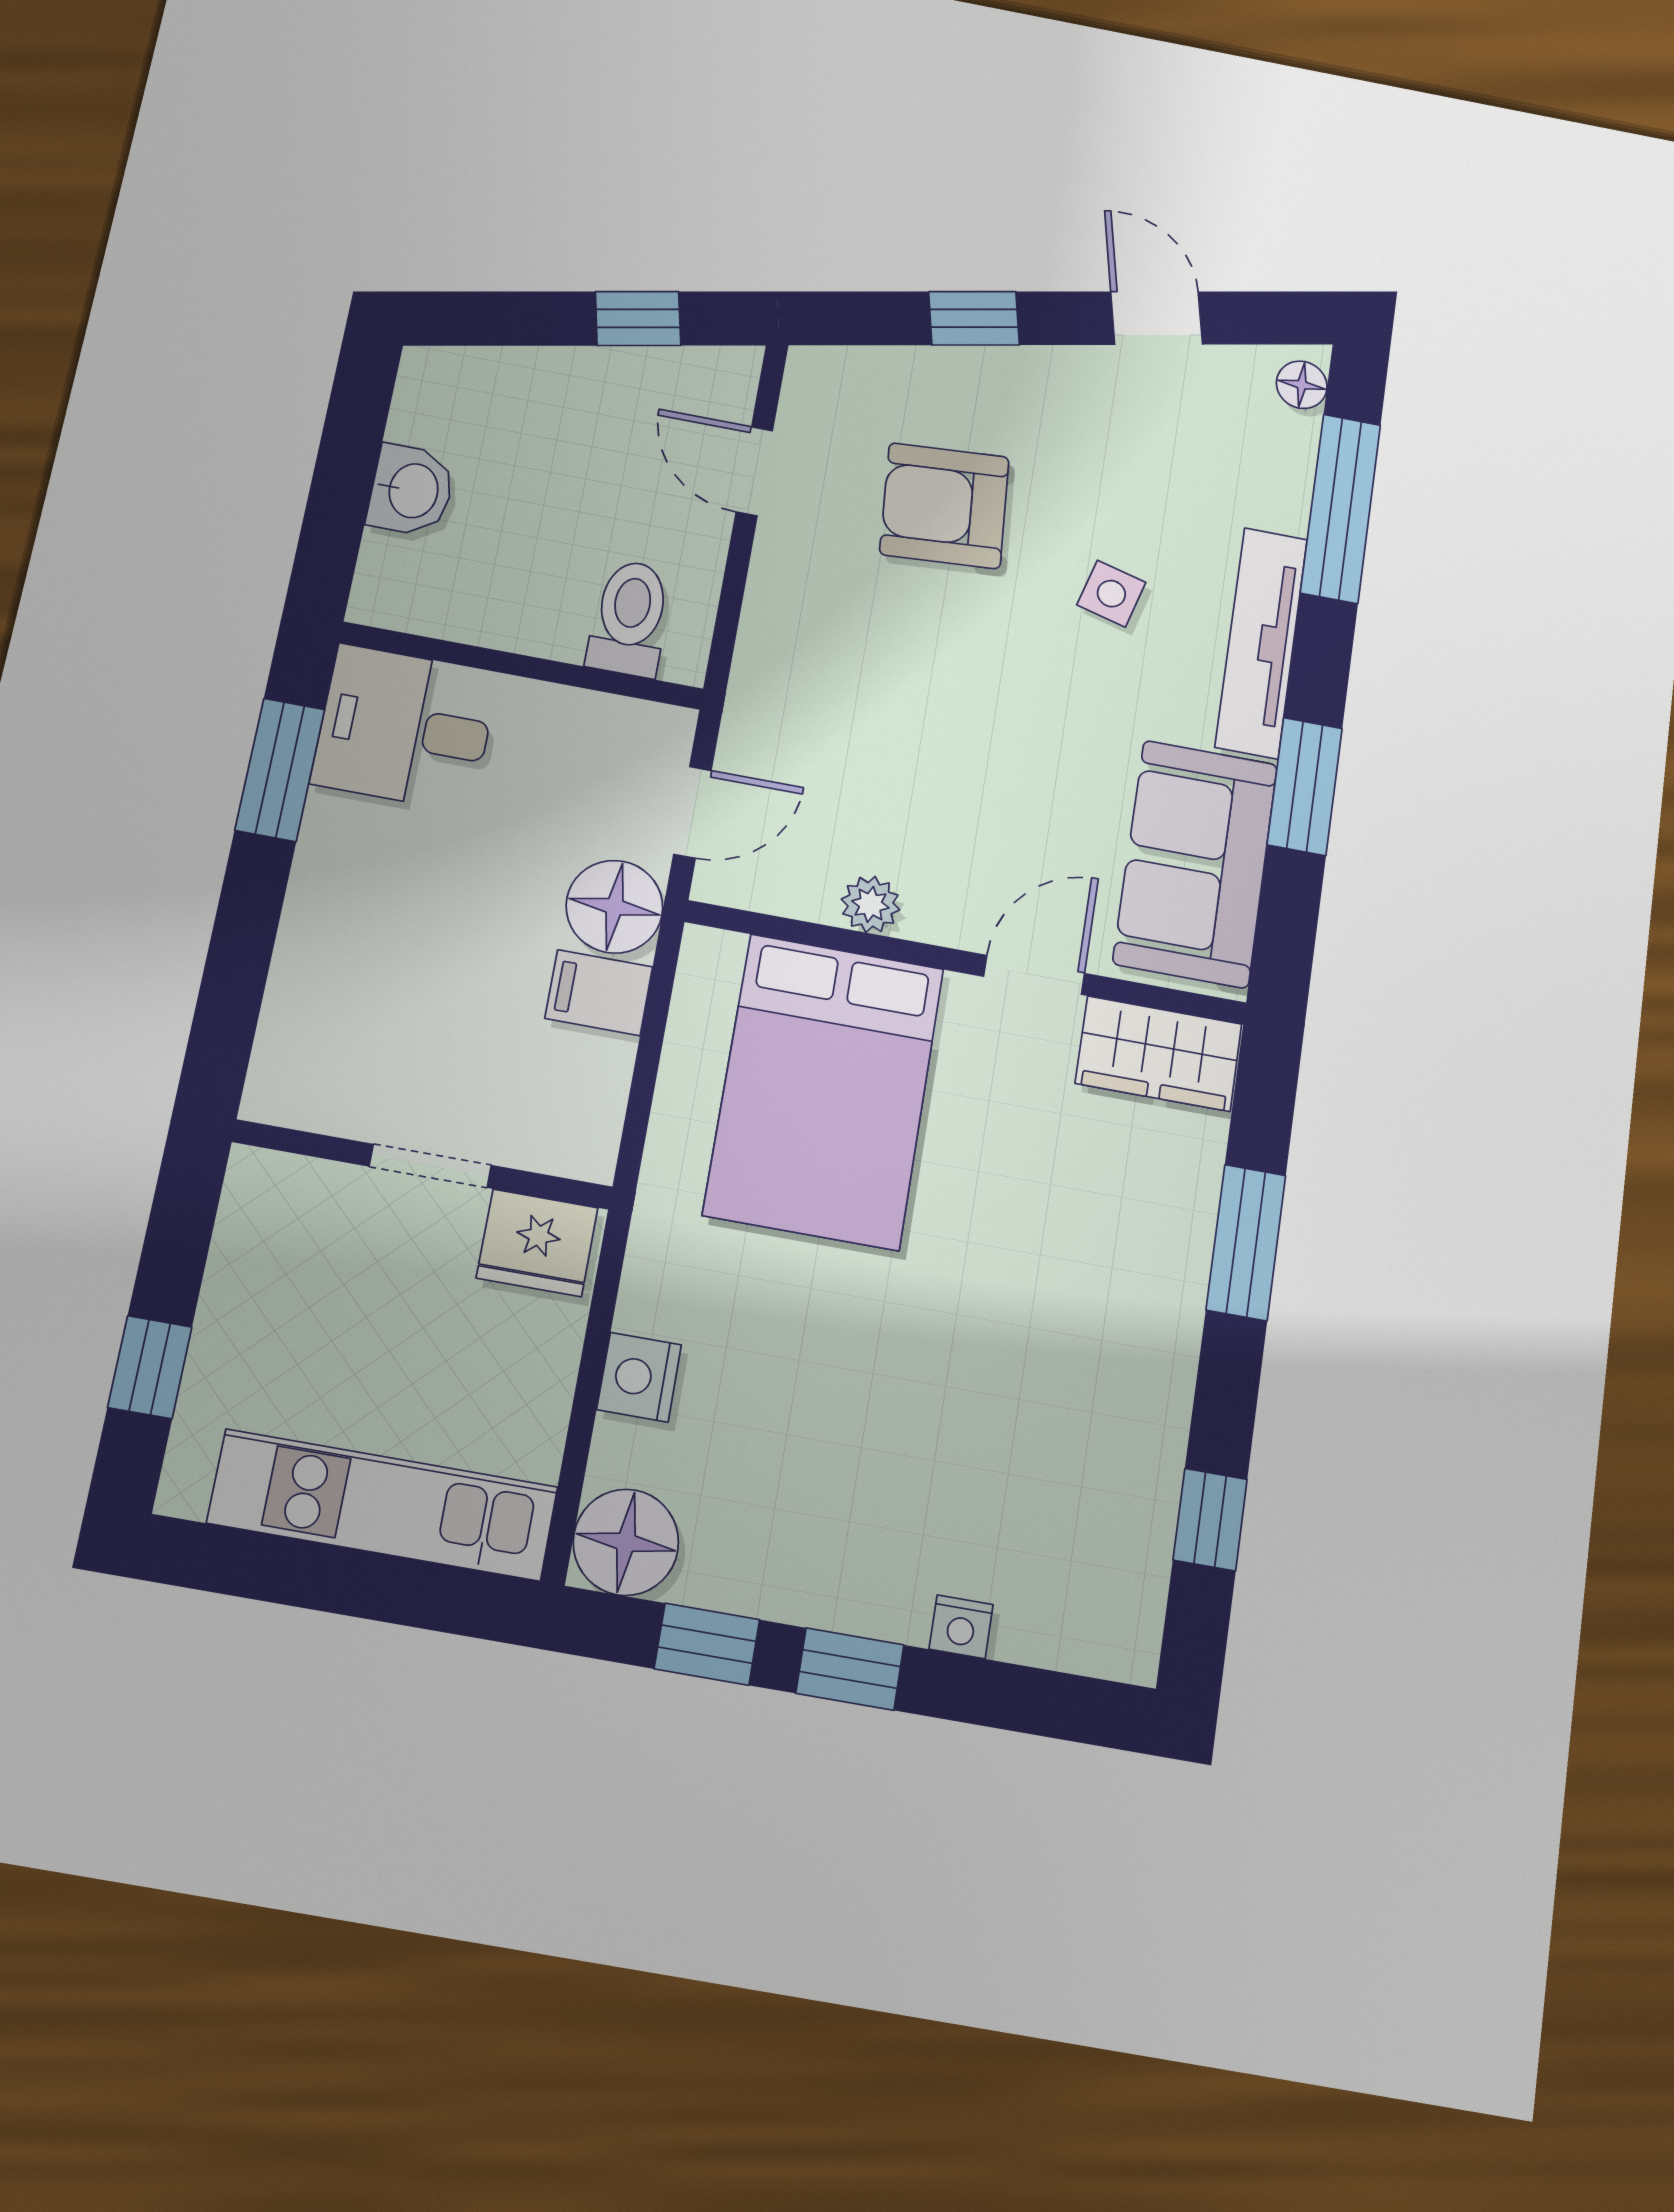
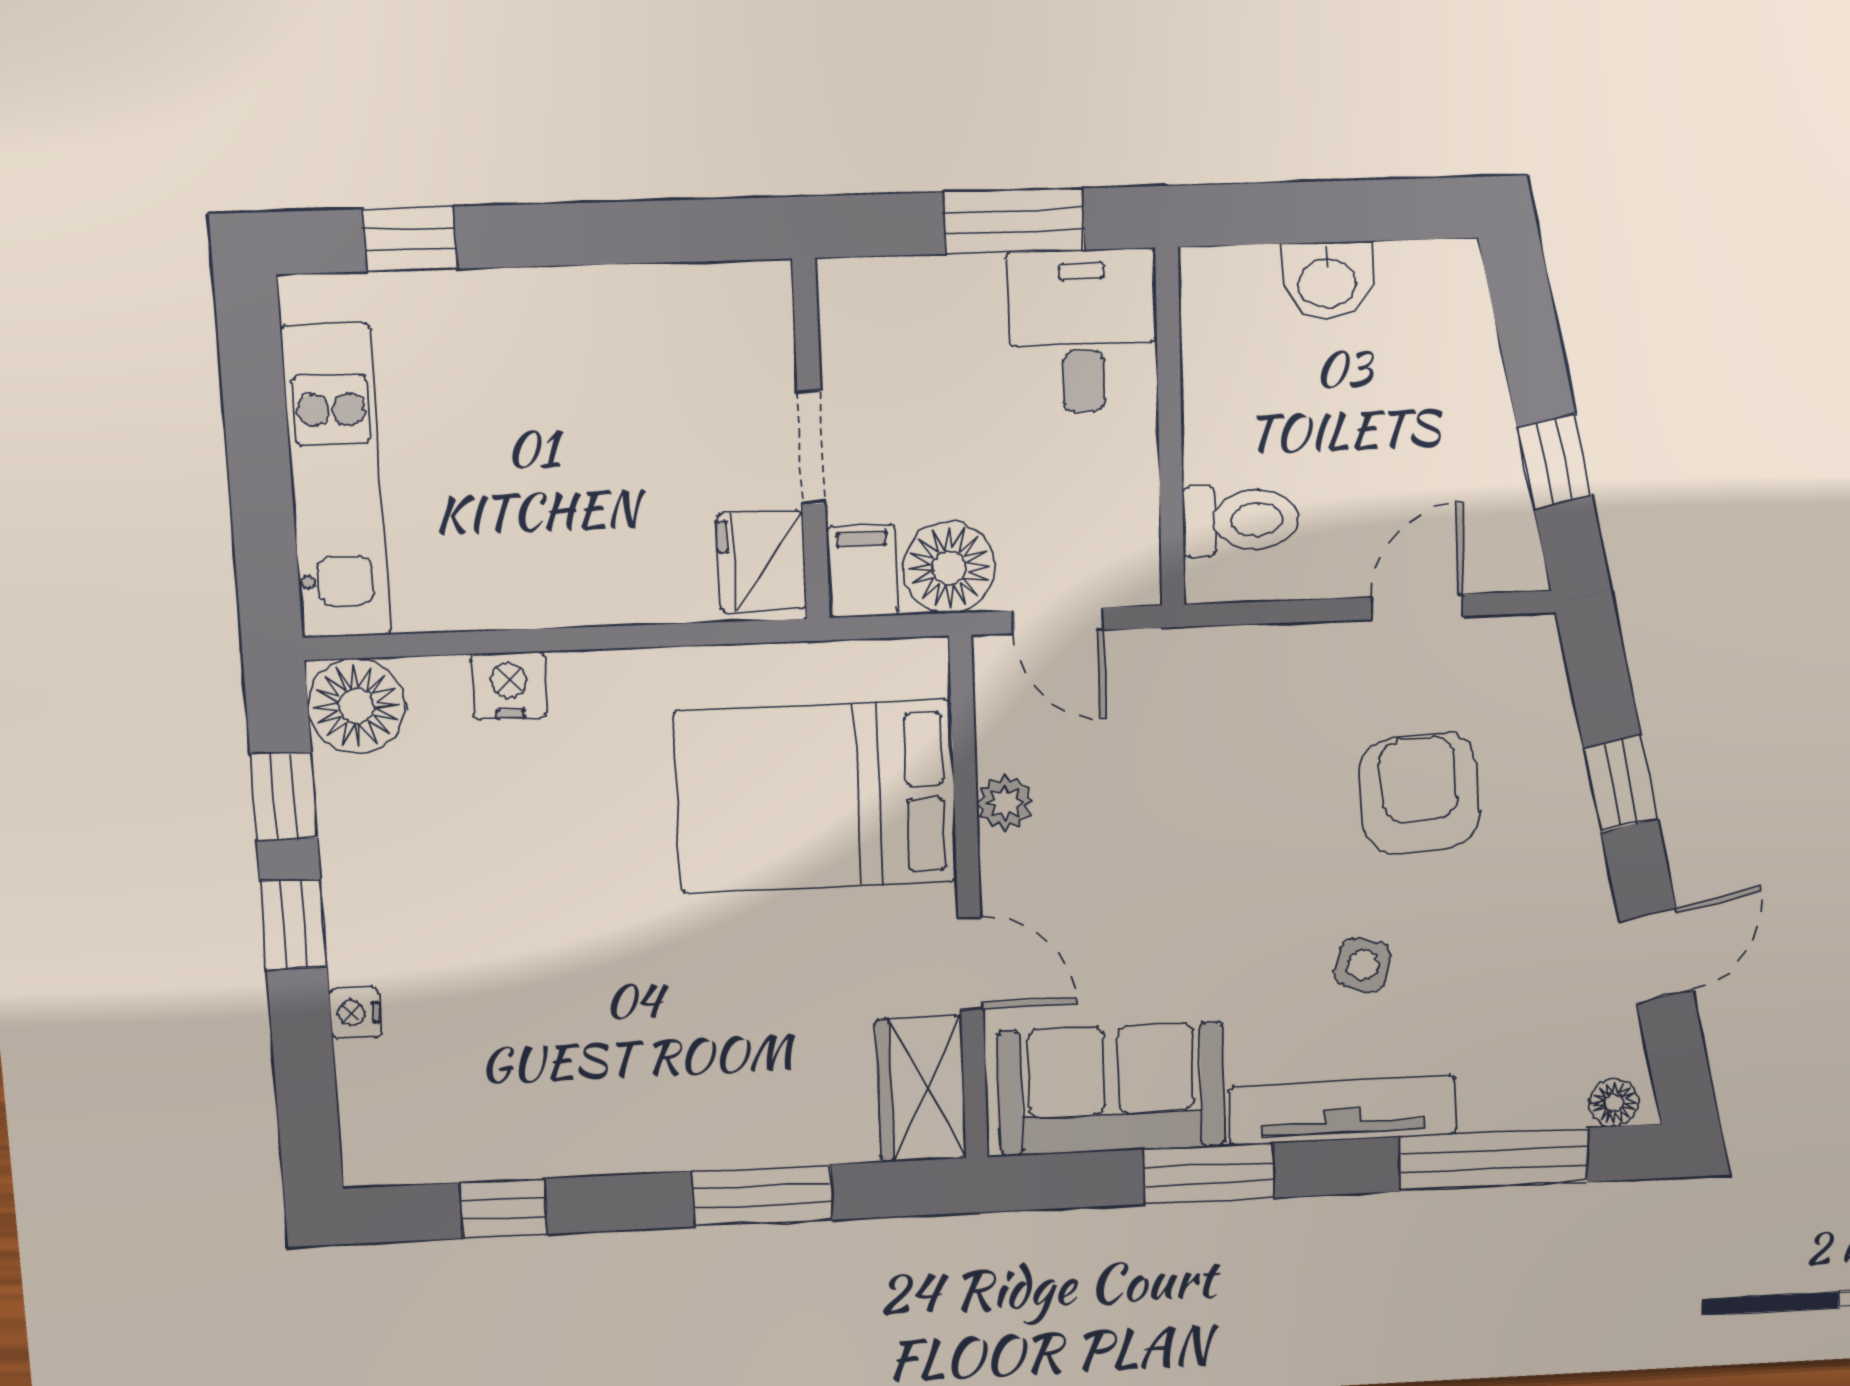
wall: (423, 1165) -> (811, 440), moved
doorway: (430, 1166) -> (811, 448), moved
fridge: (537, 1243) -> (761, 561), moved

